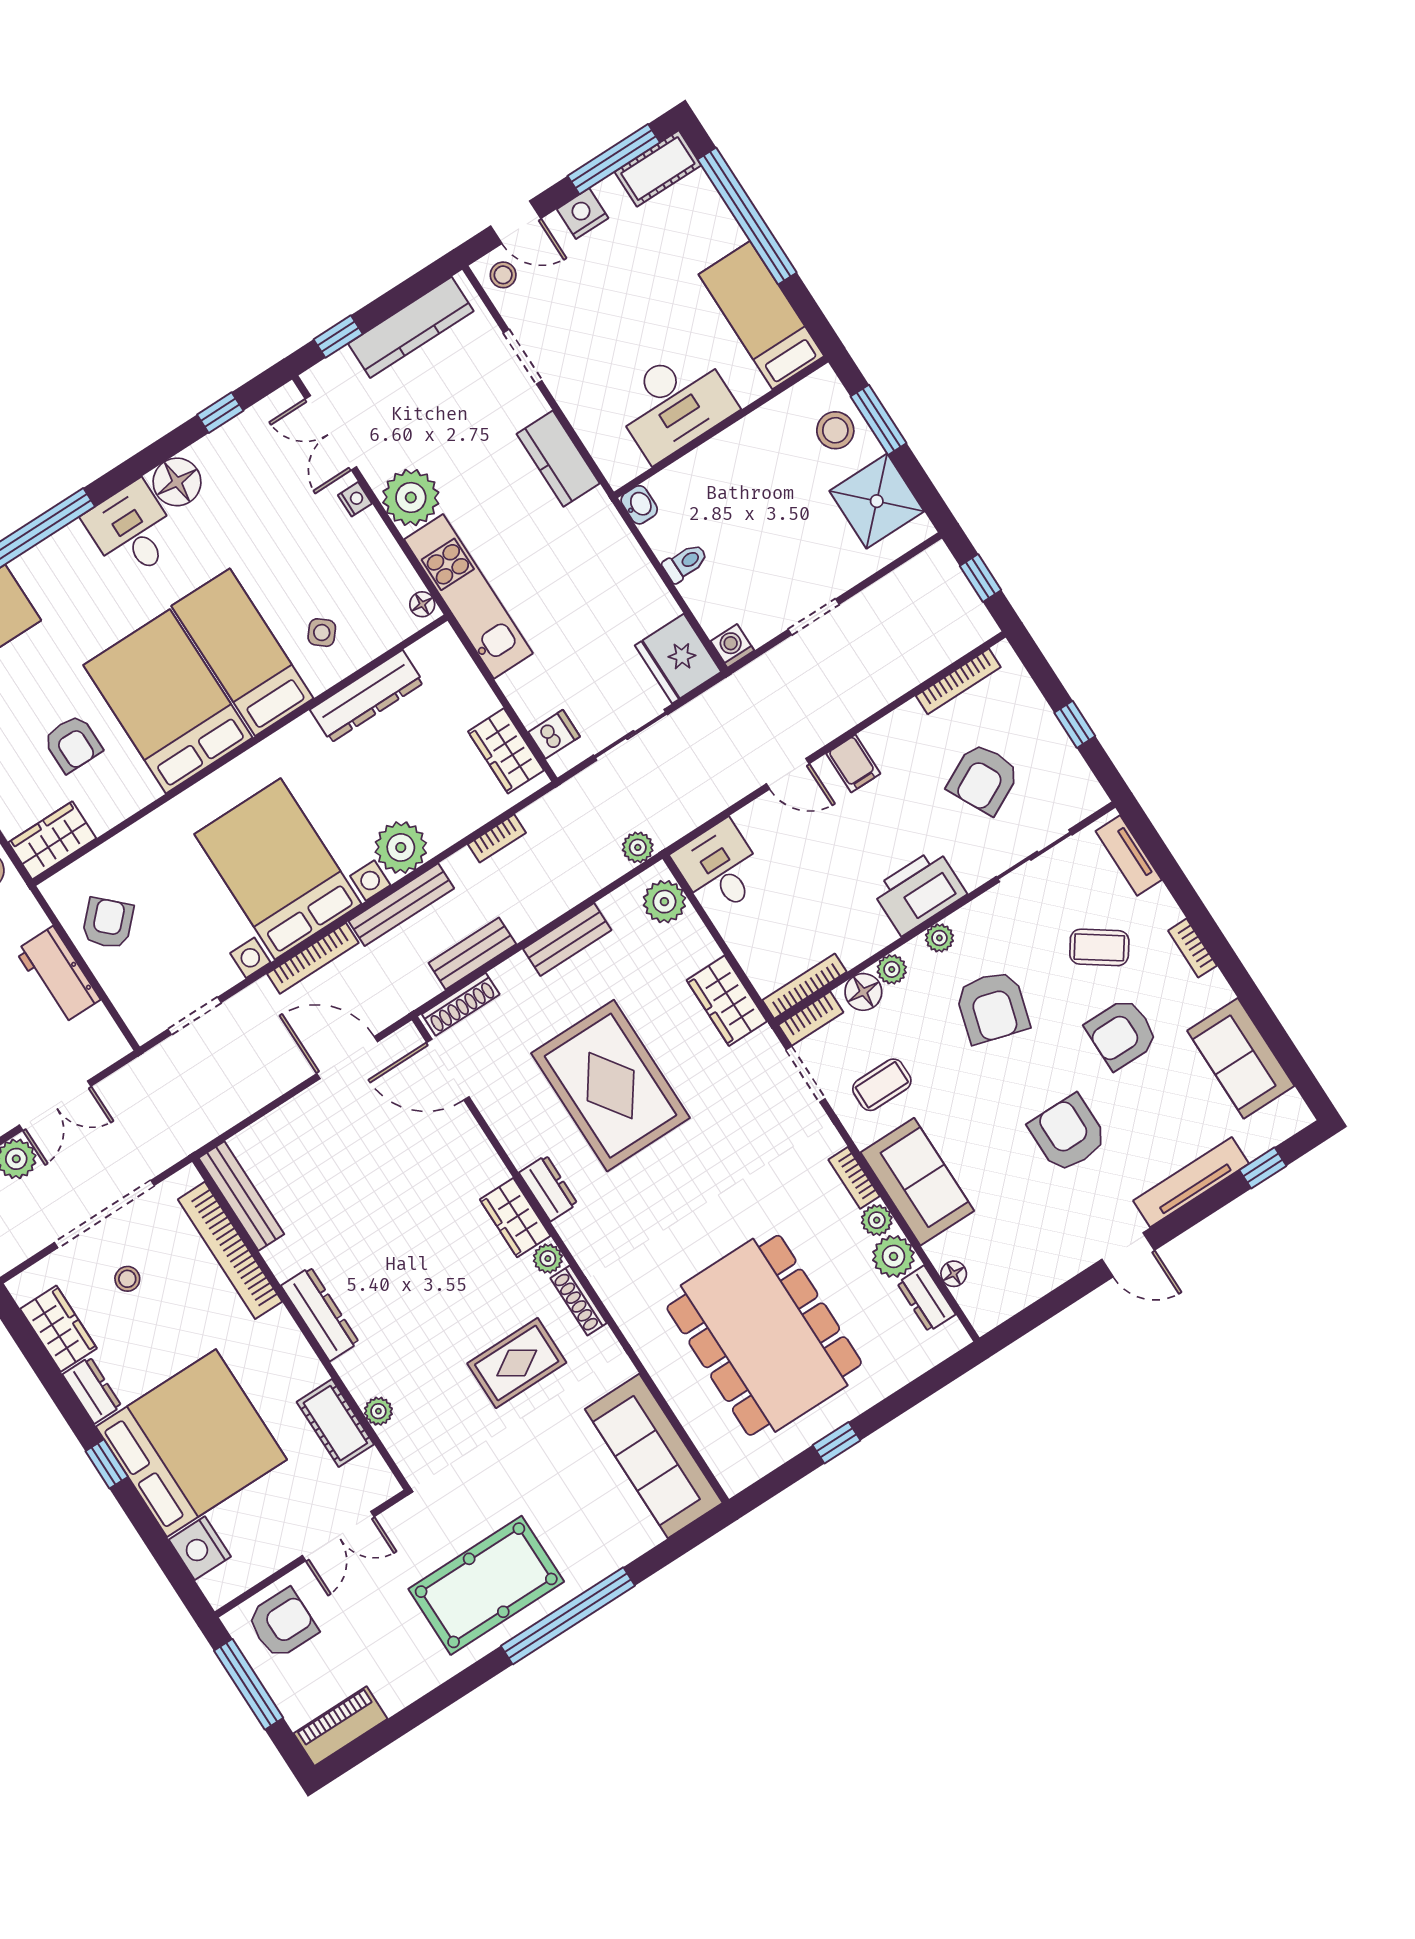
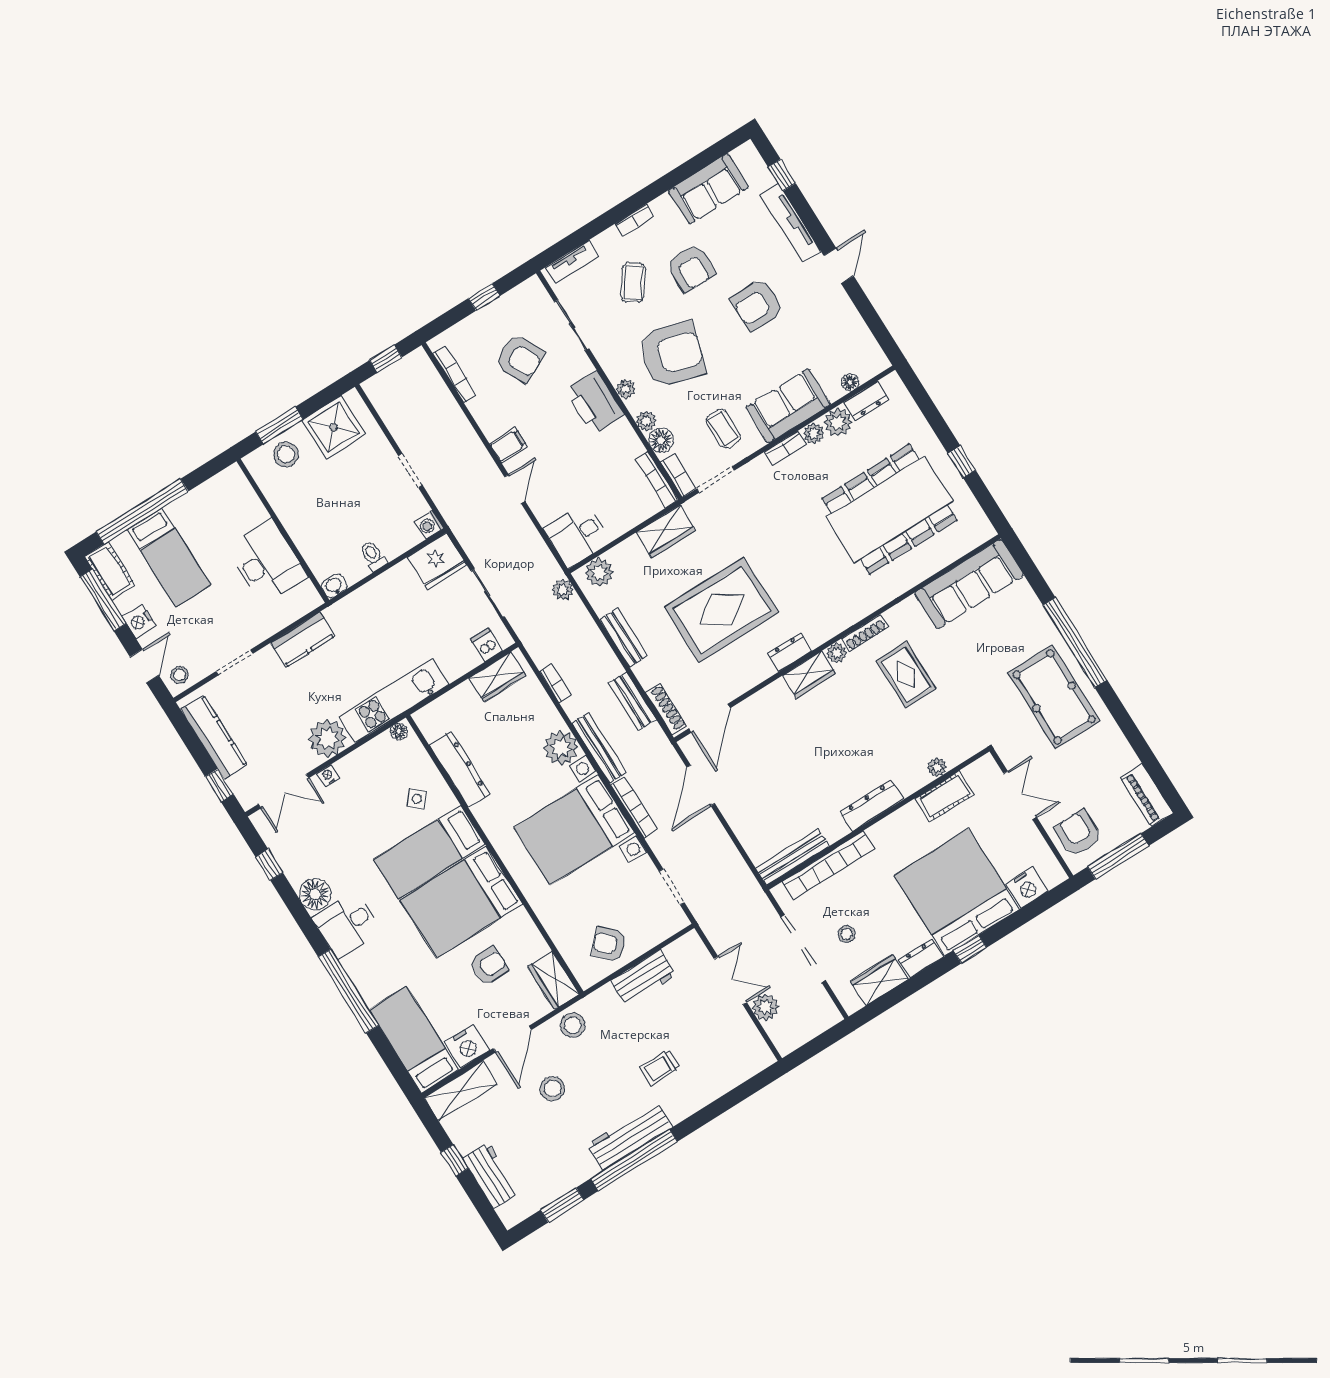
bed: (761, 315) -> (169, 557), moved, turned -90
armchair: (992, 1007) -> (672, 354), width x1.36, depth x1.36

